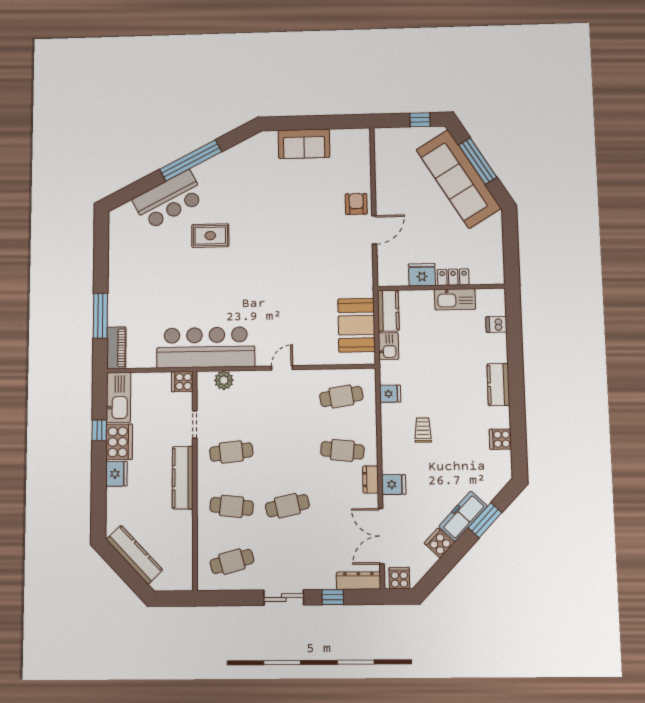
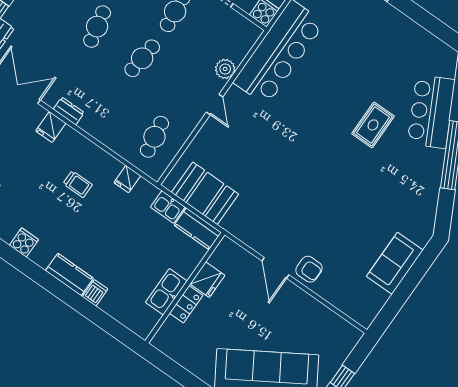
dishwasher: (496, 324) -> (95, 293), moved
plant: (224, 380) -> (225, 69), moved
cafe table: (342, 450) -> (142, 58), moved

